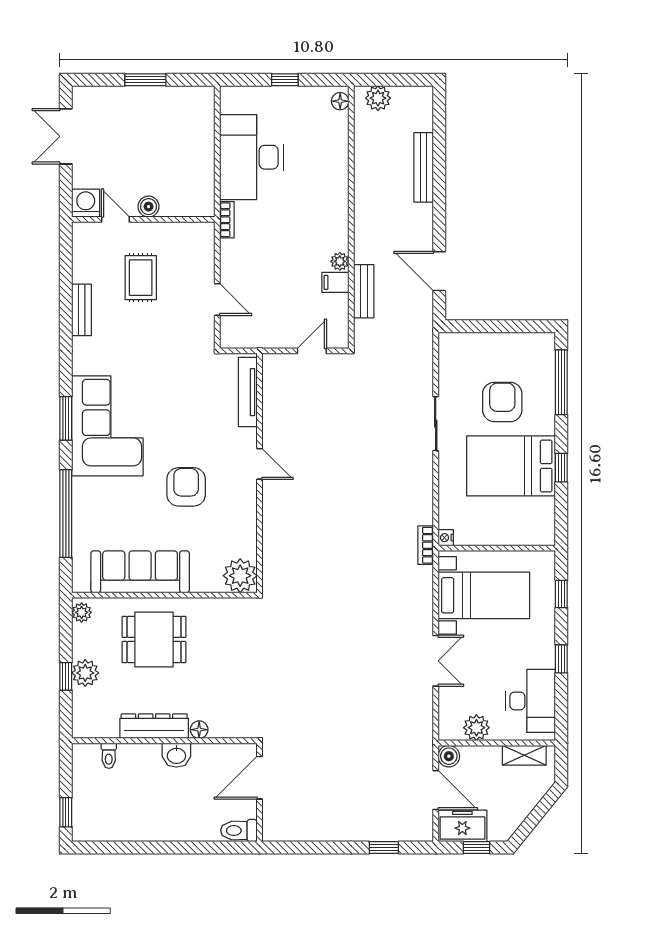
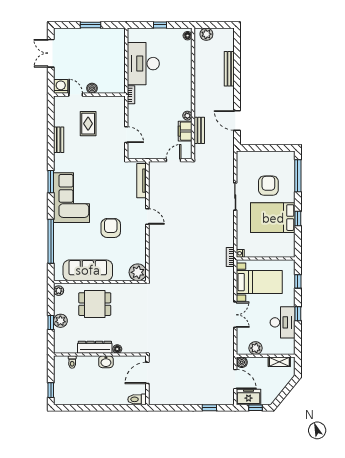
filing cabinet: (335, 282) -> (185, 131), width x2.00
window: (66, 418) -> (51, 182), moved
desk: (531, 701) -> (283, 322), moved

